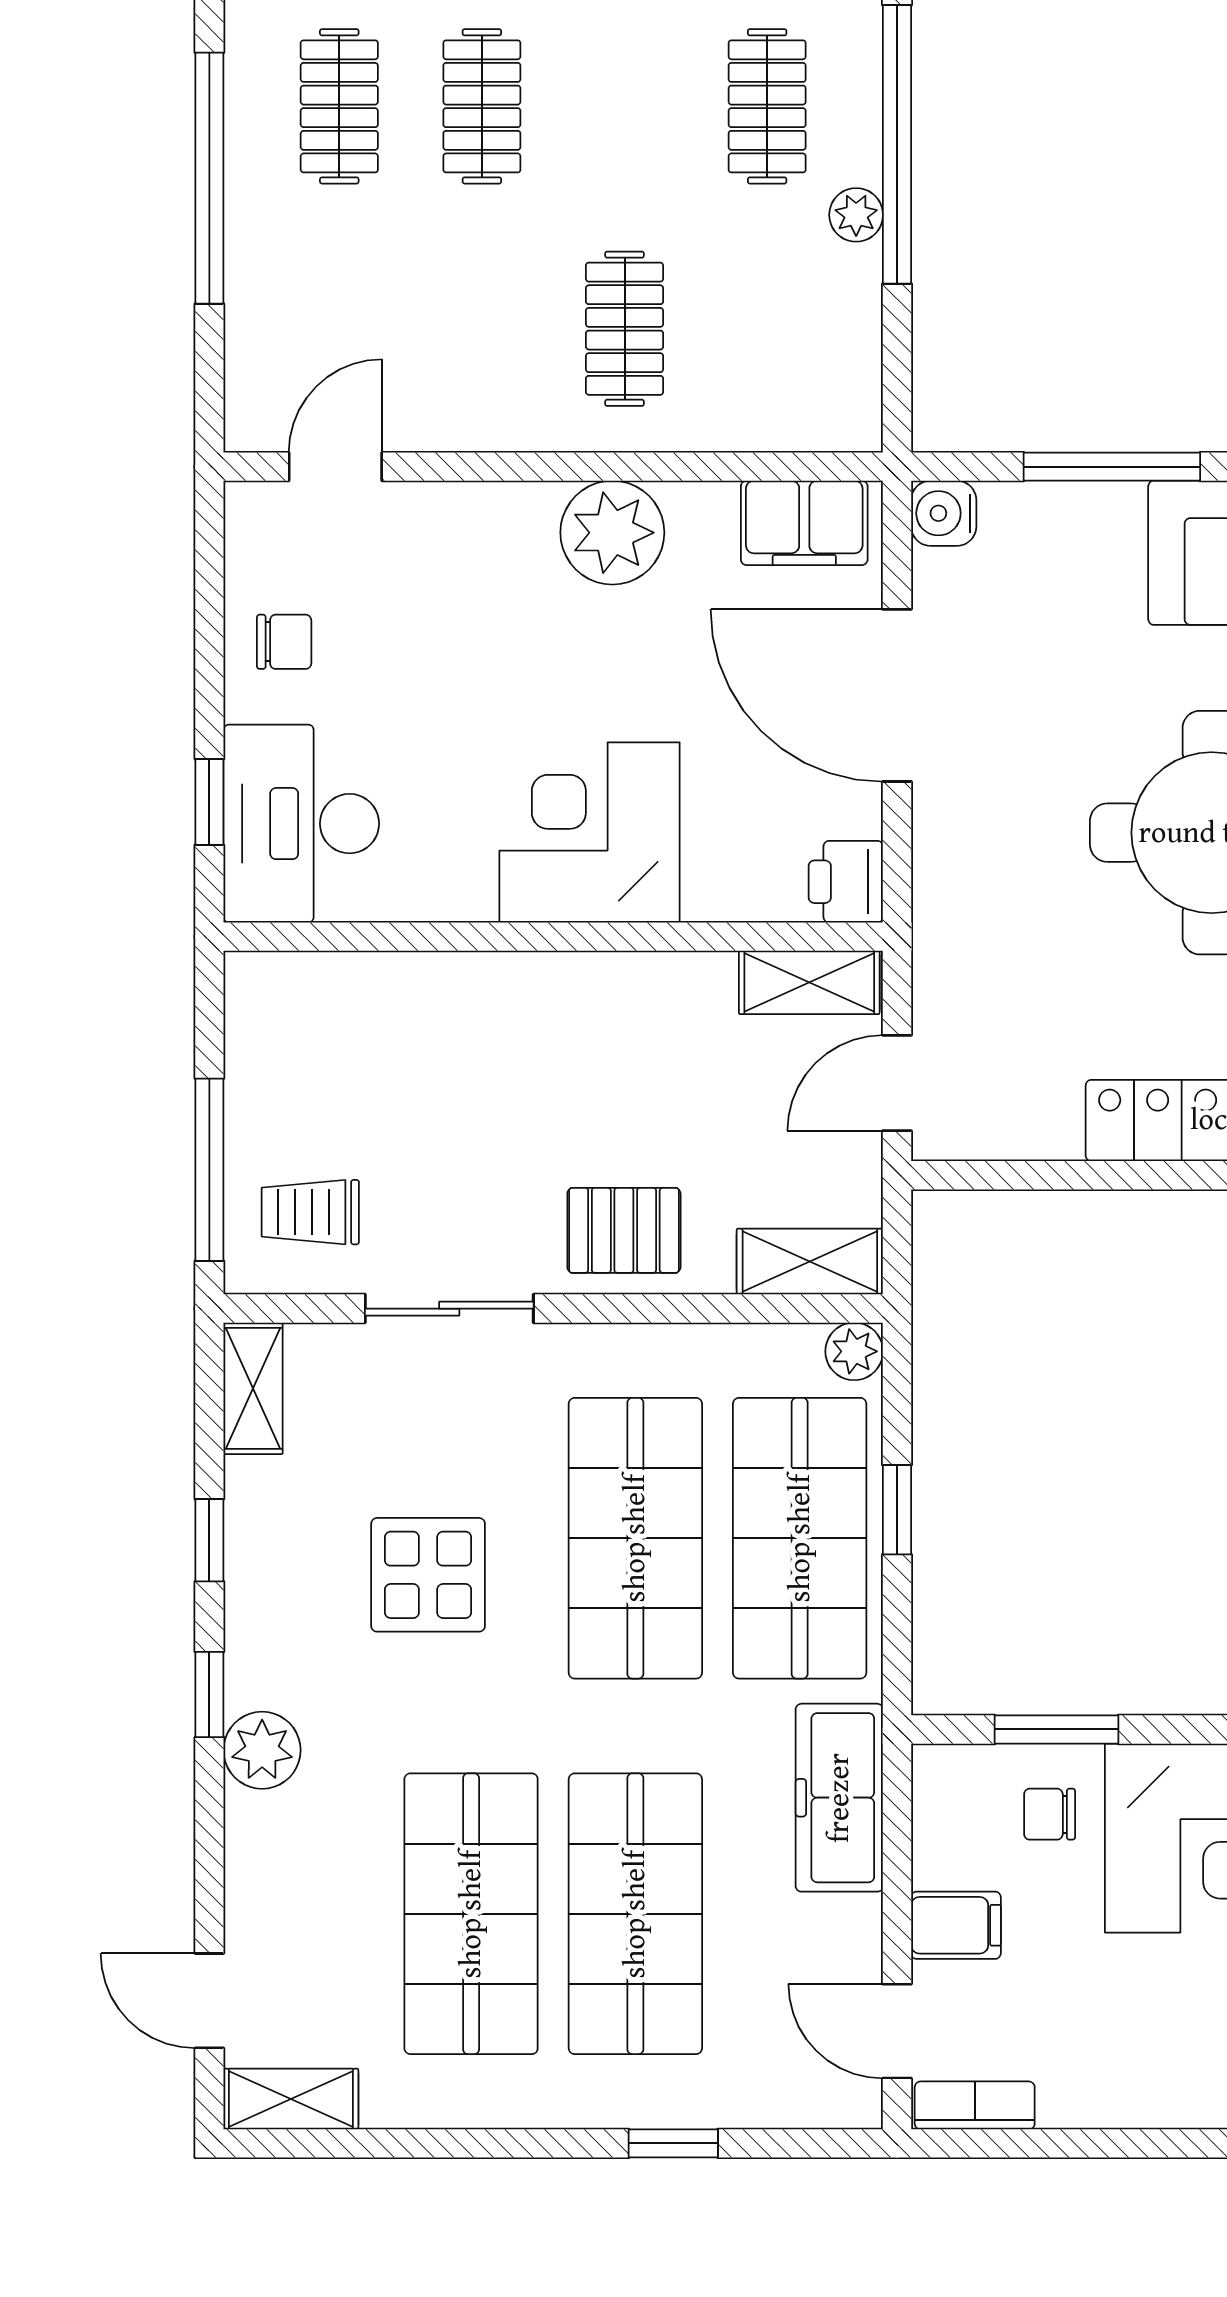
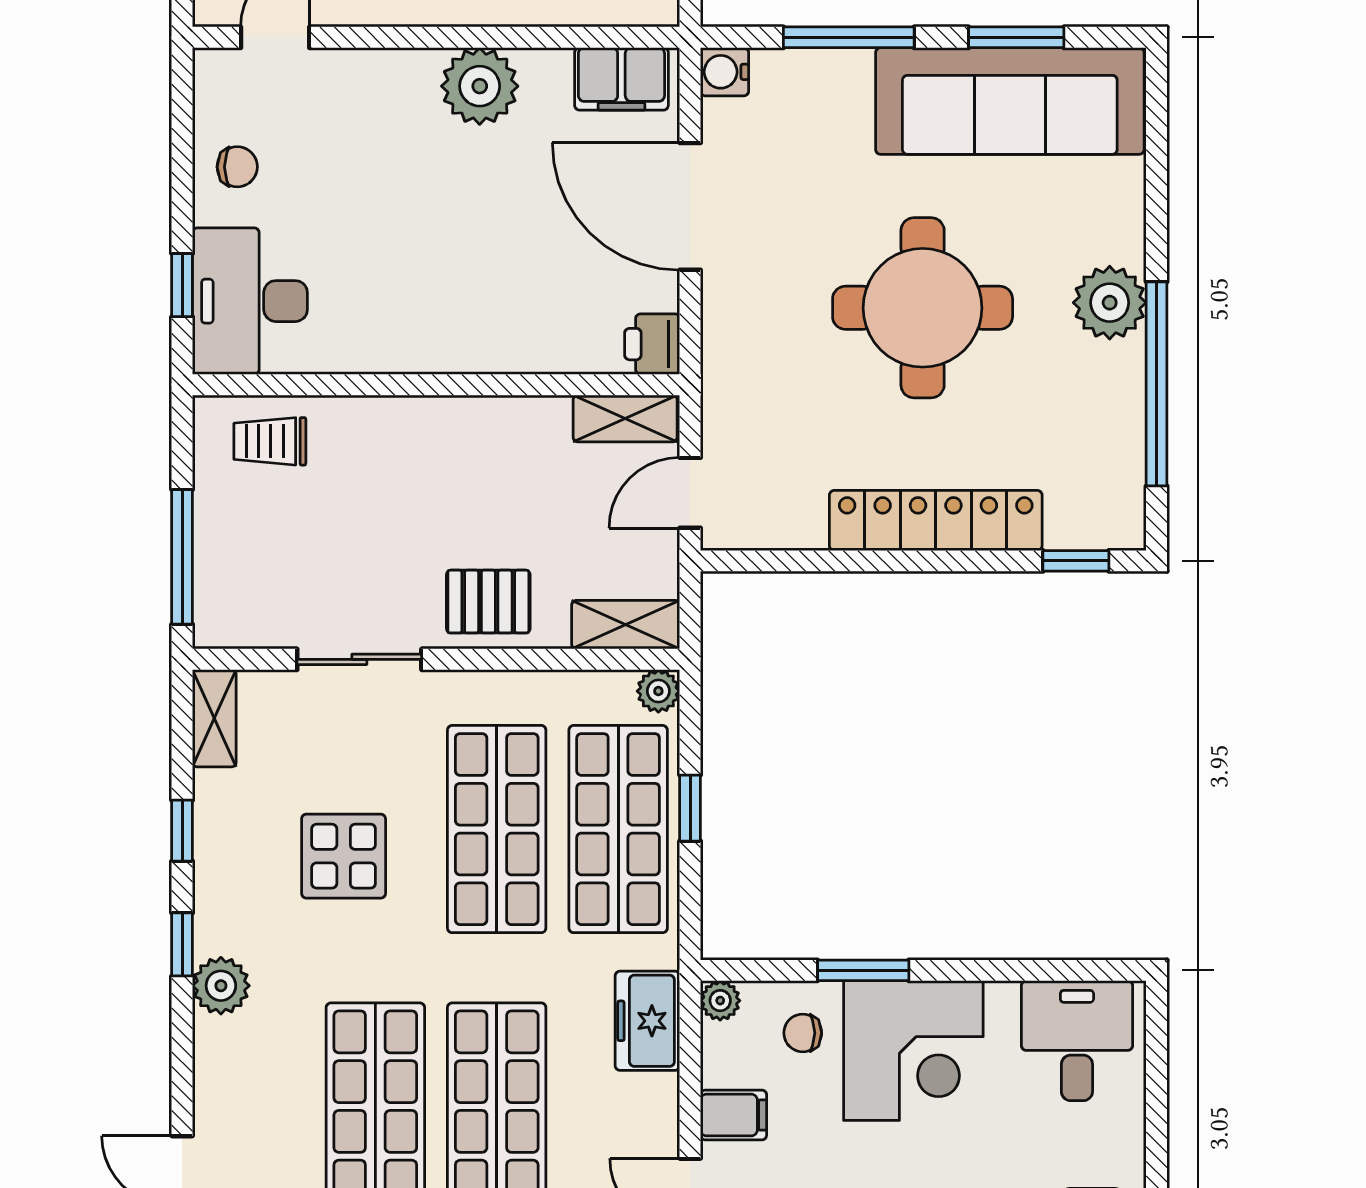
corner desk: (589, 832) -> (463, 308), removed
trolley: (310, 1212) -> (270, 441), moved
window: (1057, 1729) -> (863, 970), moved
plant: (938, 1770) -> (720, 1001), added
freezer: (839, 1798) -> (647, 1021), width x0.71

